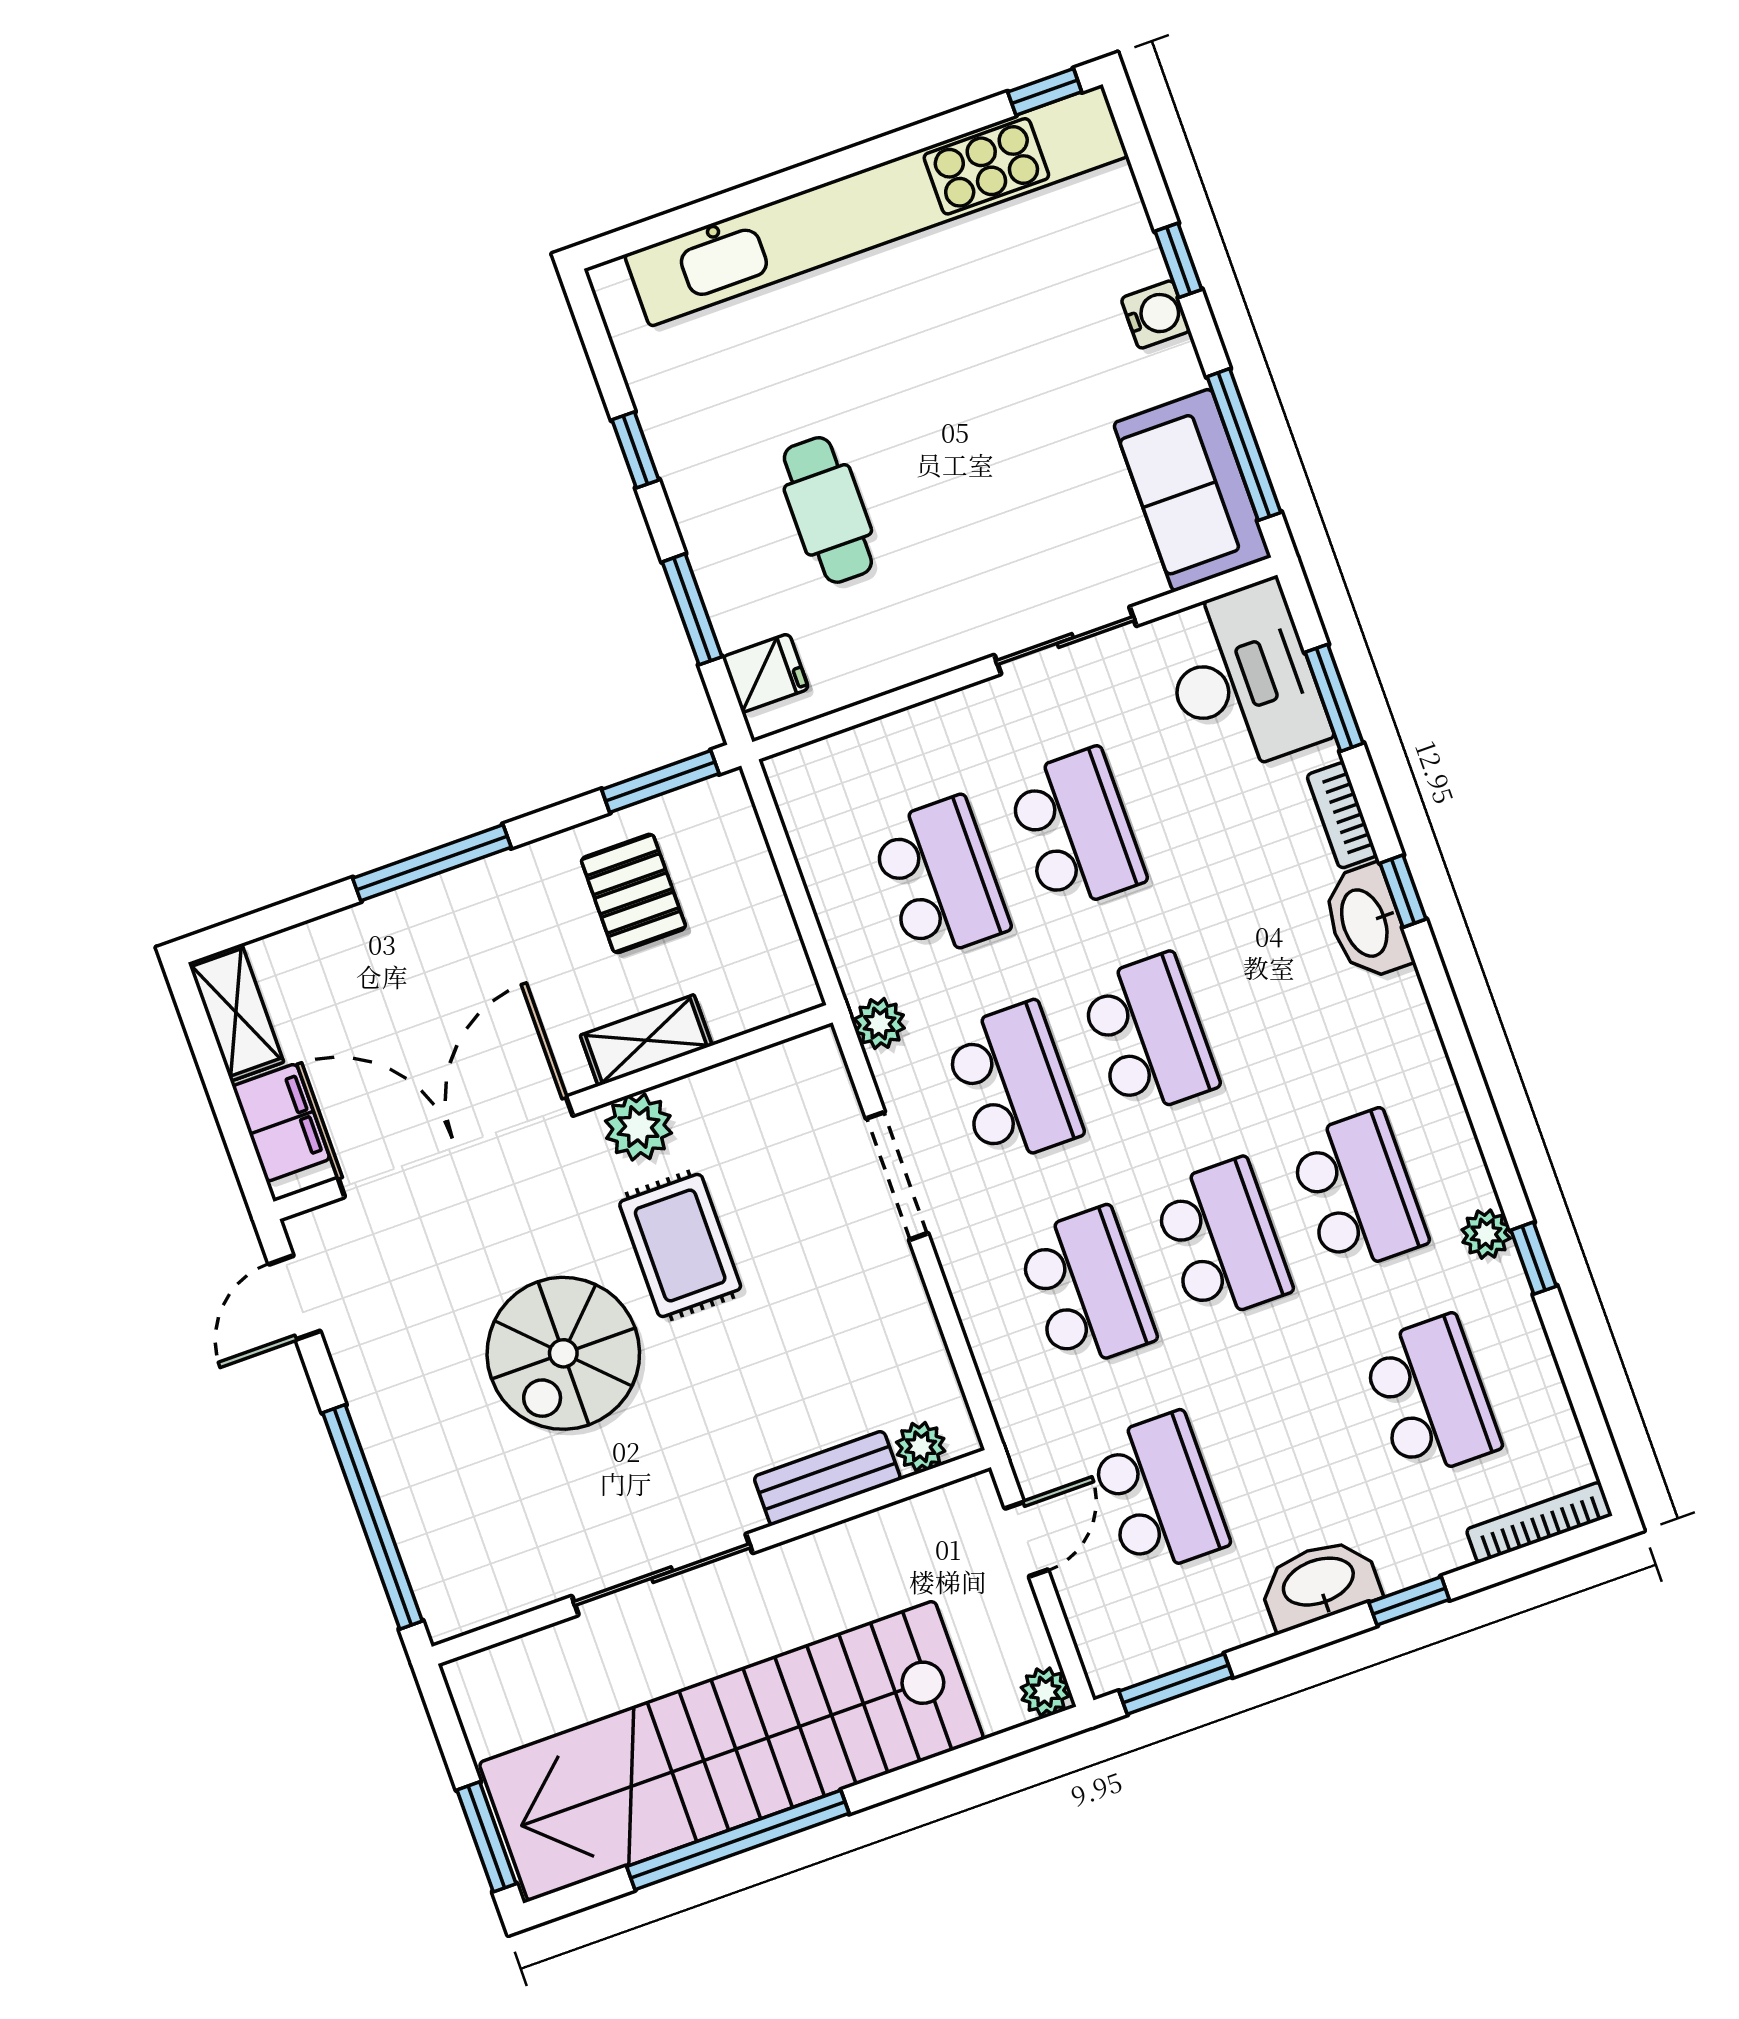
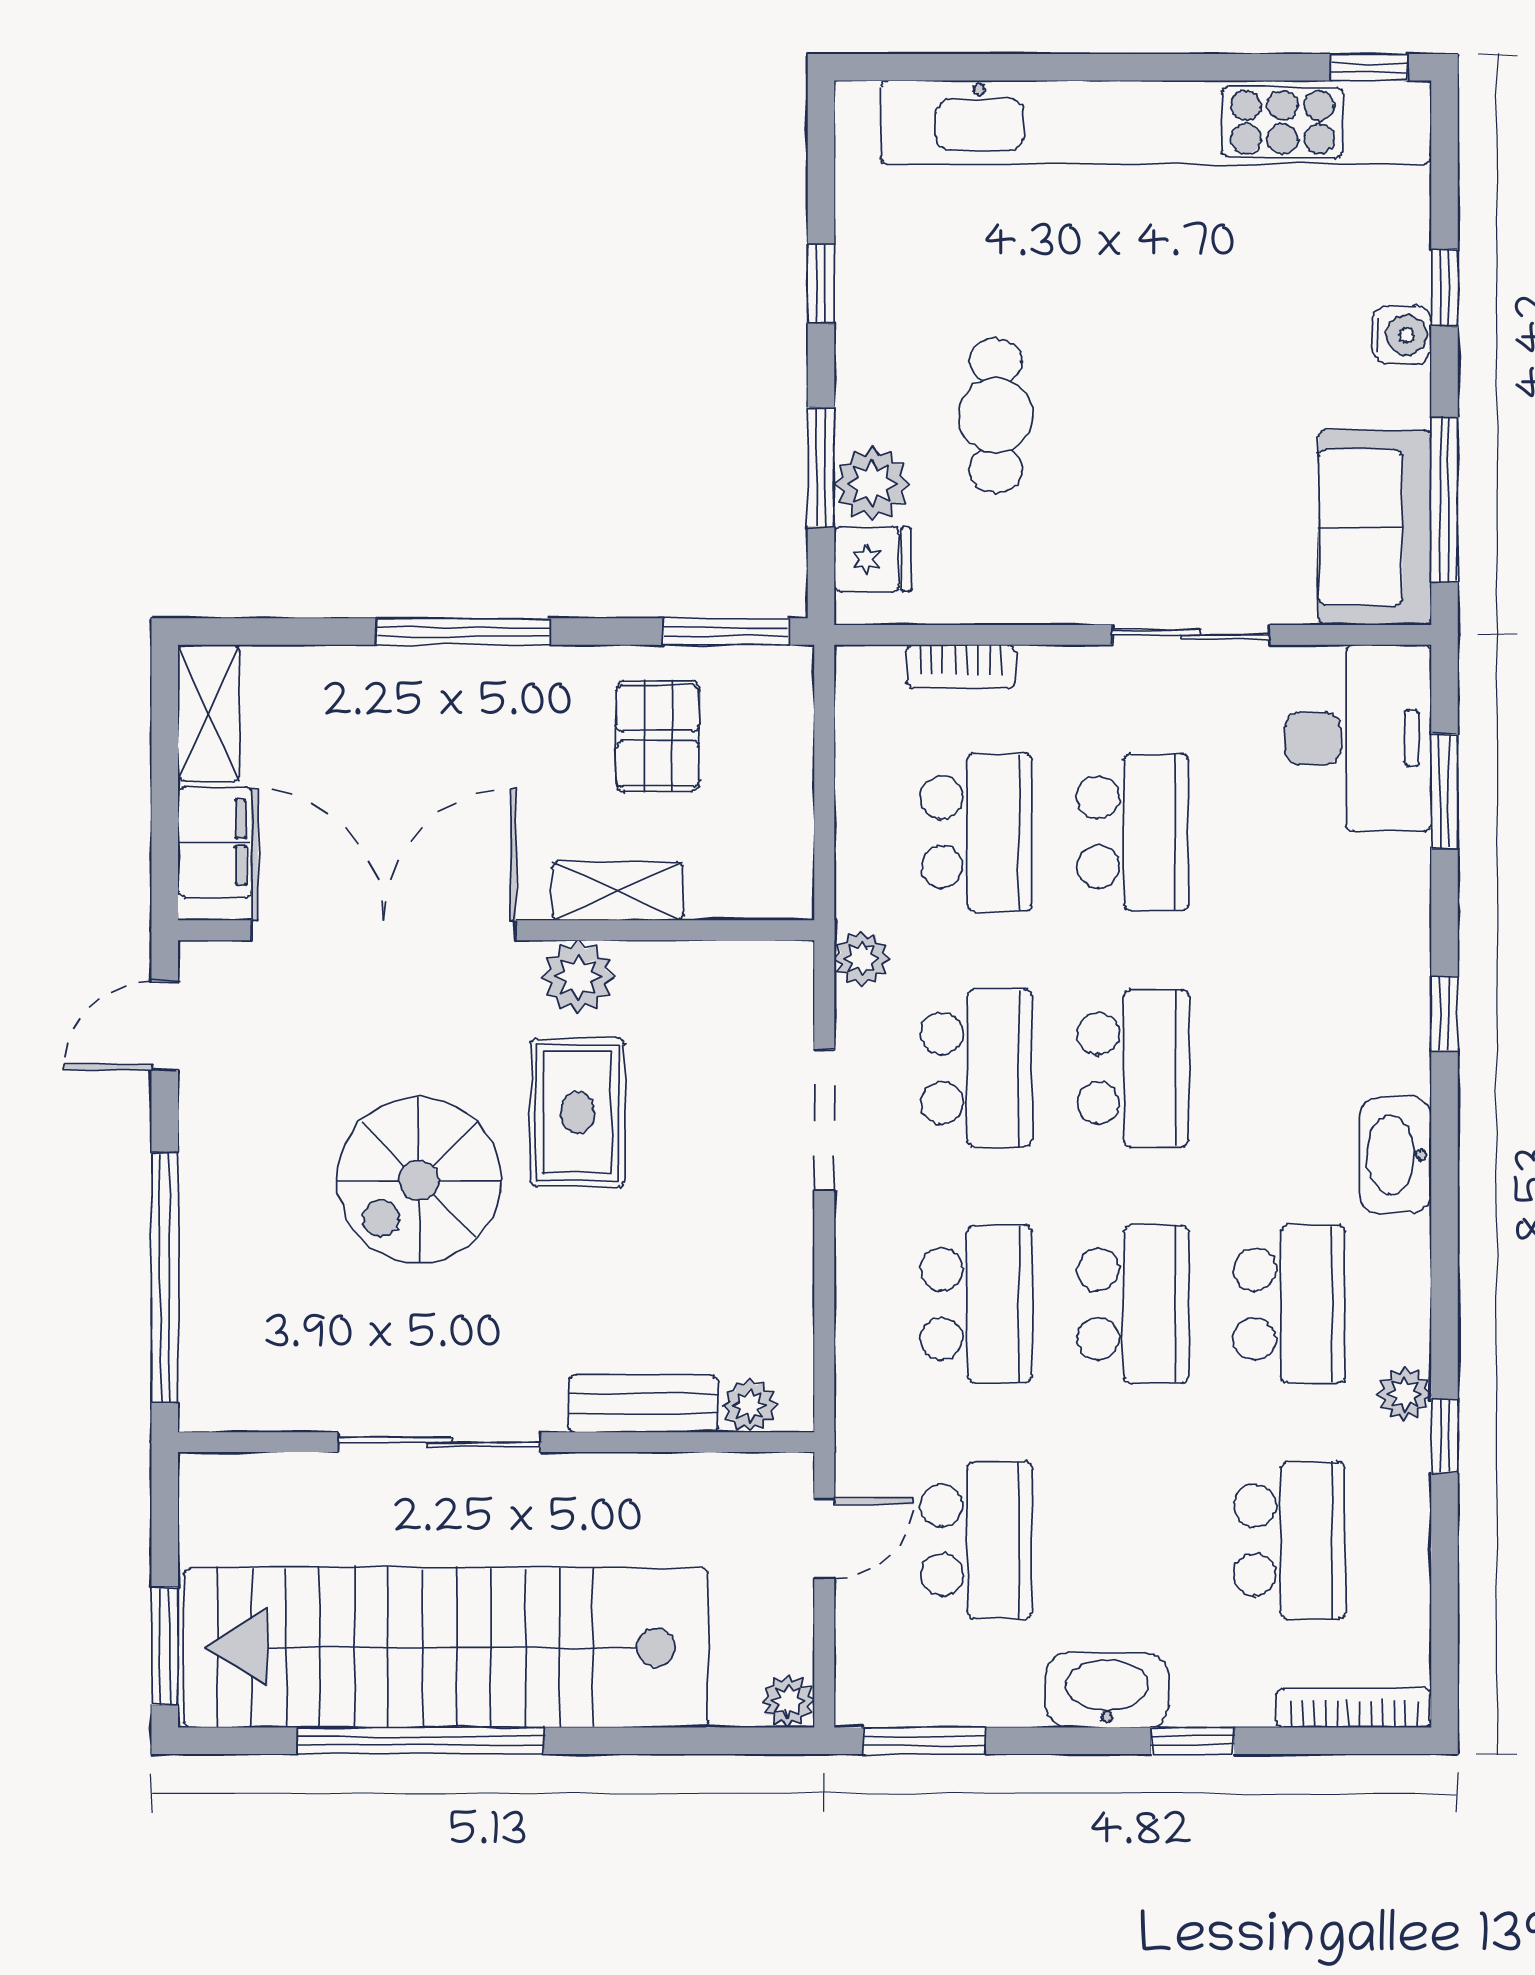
plant: (741, 608) -> (872, 484), added
bookcase: (1342, 815) -> (961, 666), moved, turned -90
washbasin: (1366, 922) -> (1396, 1155), moved

